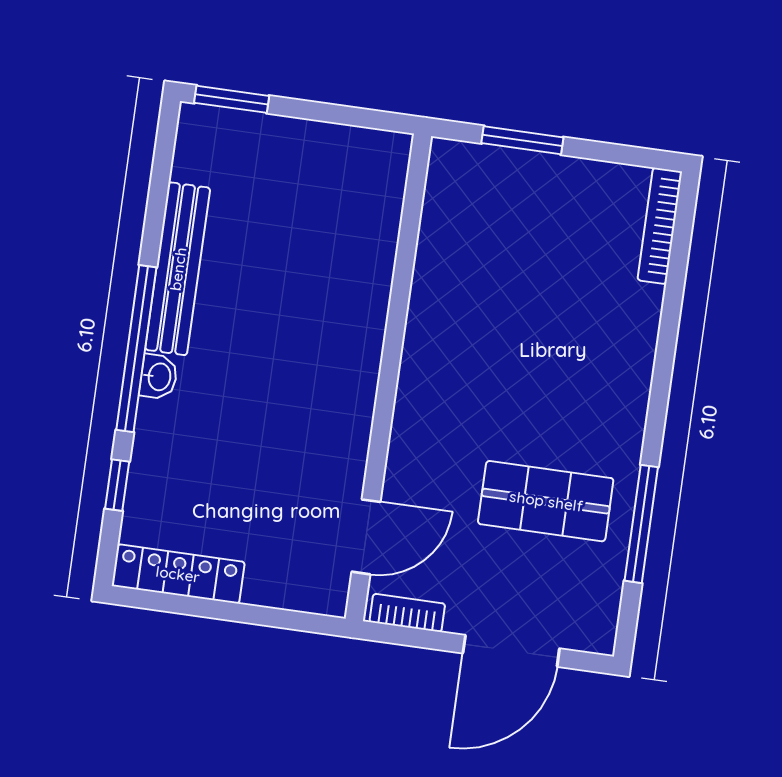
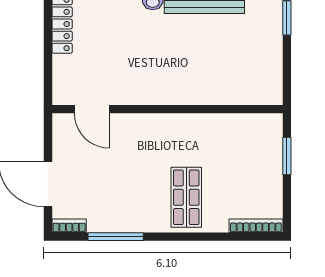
shop shelf: (546, 501) -> (186, 197), moved
bookcase: (407, 613) -> (69, 226), moved, turned -90

